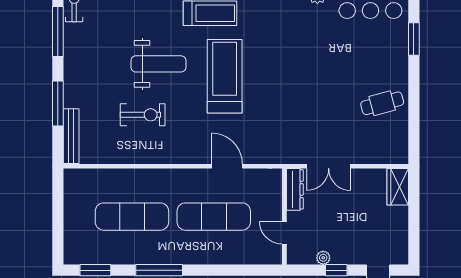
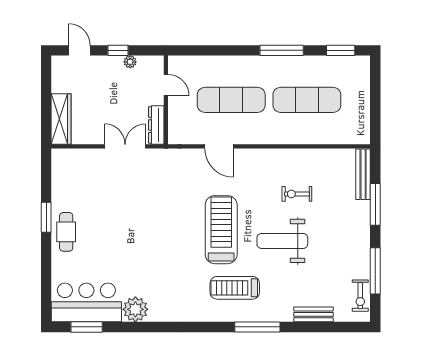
window: (414, 39) -> (46, 217), moved
treadmill: (225, 76) -> (221, 230), turned 180
cafe table: (382, 103) -> (66, 232), moved, turned -75
exercise bike: (143, 115) -> (297, 194), width x0.73, depth x0.72
wardrobe: (398, 187) -> (61, 119), width x1.50

